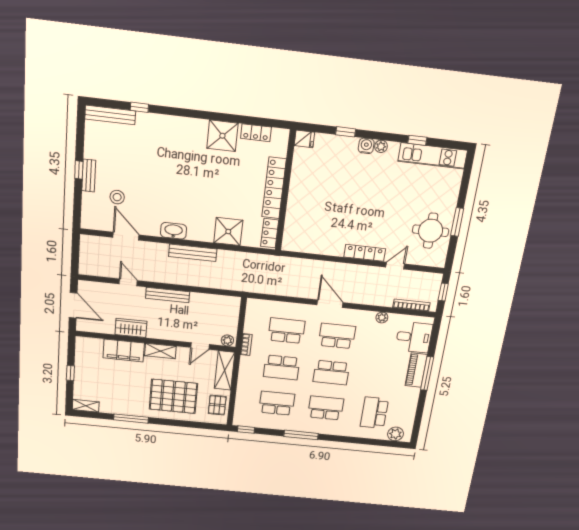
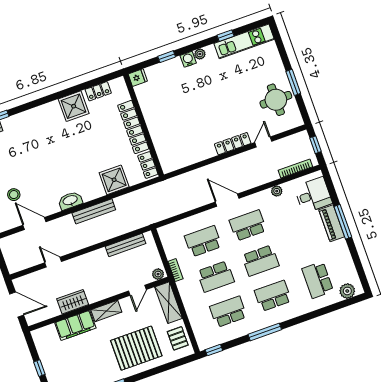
bench: (168, 295) -> (126, 245), moved

